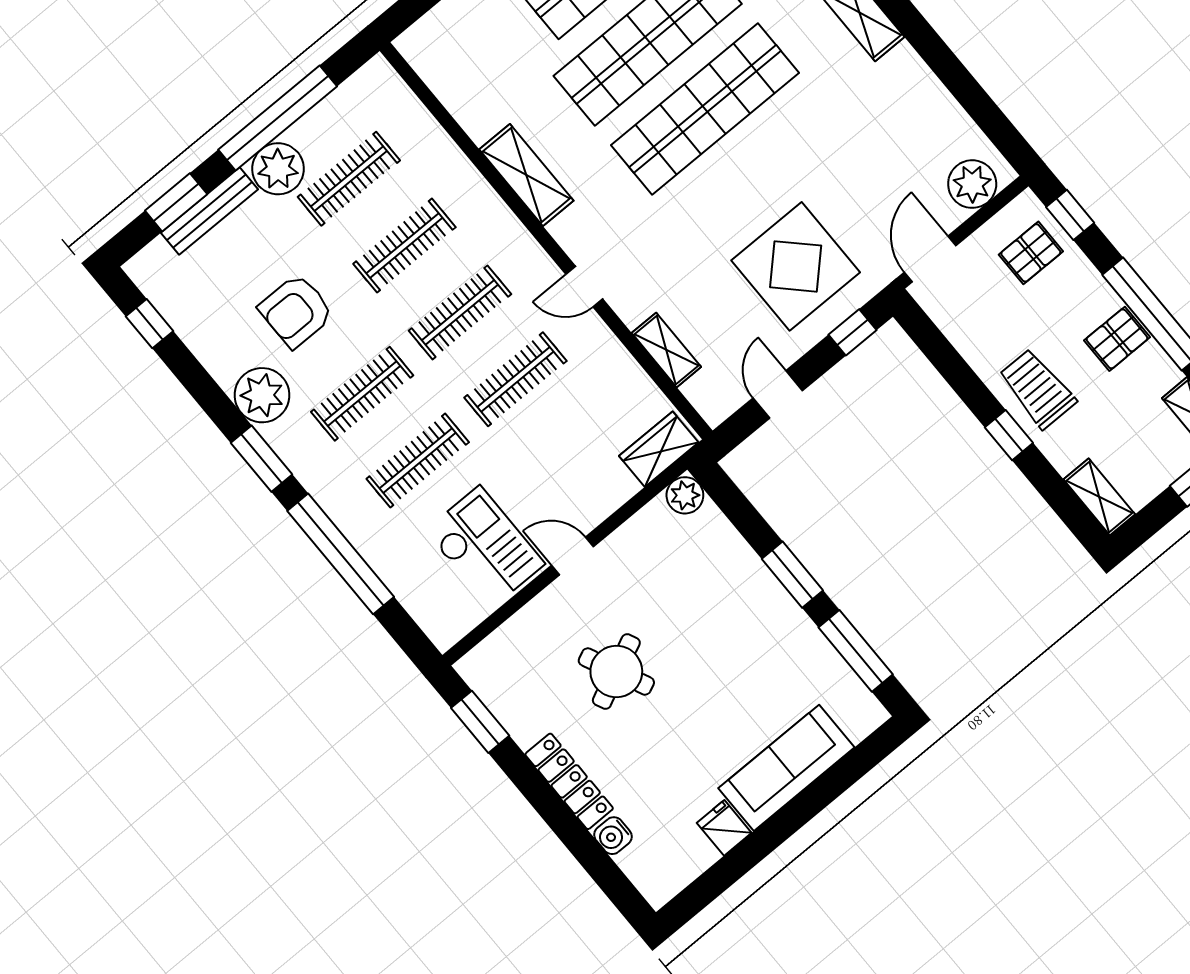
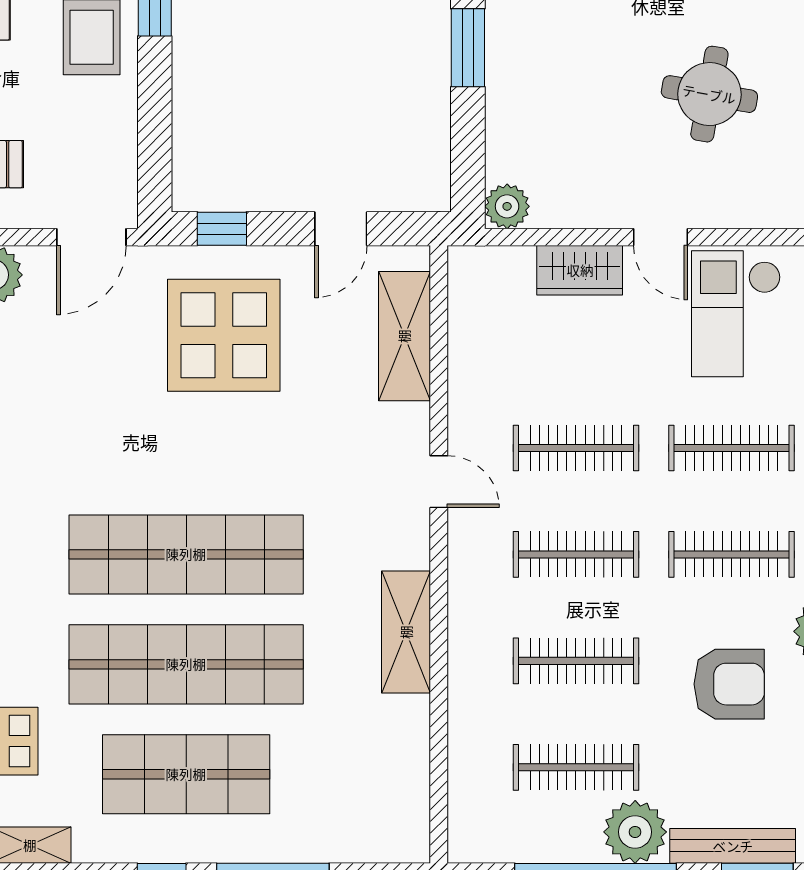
shelving: (666, 350) -> (404, 336), width x1.50, depth x1.33
wardrobe: (659, 449) -> (580, 270), moved
round table: (616, 671) -> (709, 94), turned 35

